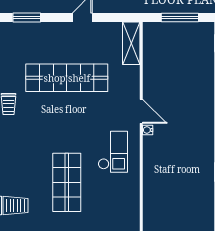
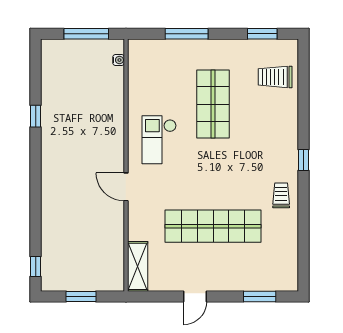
window: (180, 17) -> (81, 297), width x0.69
water cooler: (148, 130) -> (119, 60), moved

